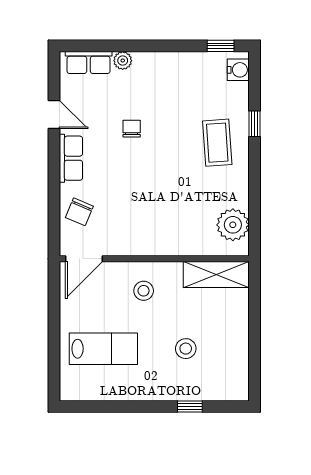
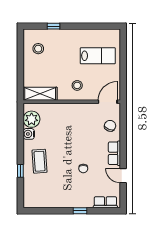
window: (221, 46) -> (80, 211), moved
plant: (123, 61) -> (88, 203), removed
water cooler: (238, 70) -> (29, 134), moved
lab bench: (103, 349) -> (98, 56), turned 180
stool: (186, 349) -> (38, 49), moved

